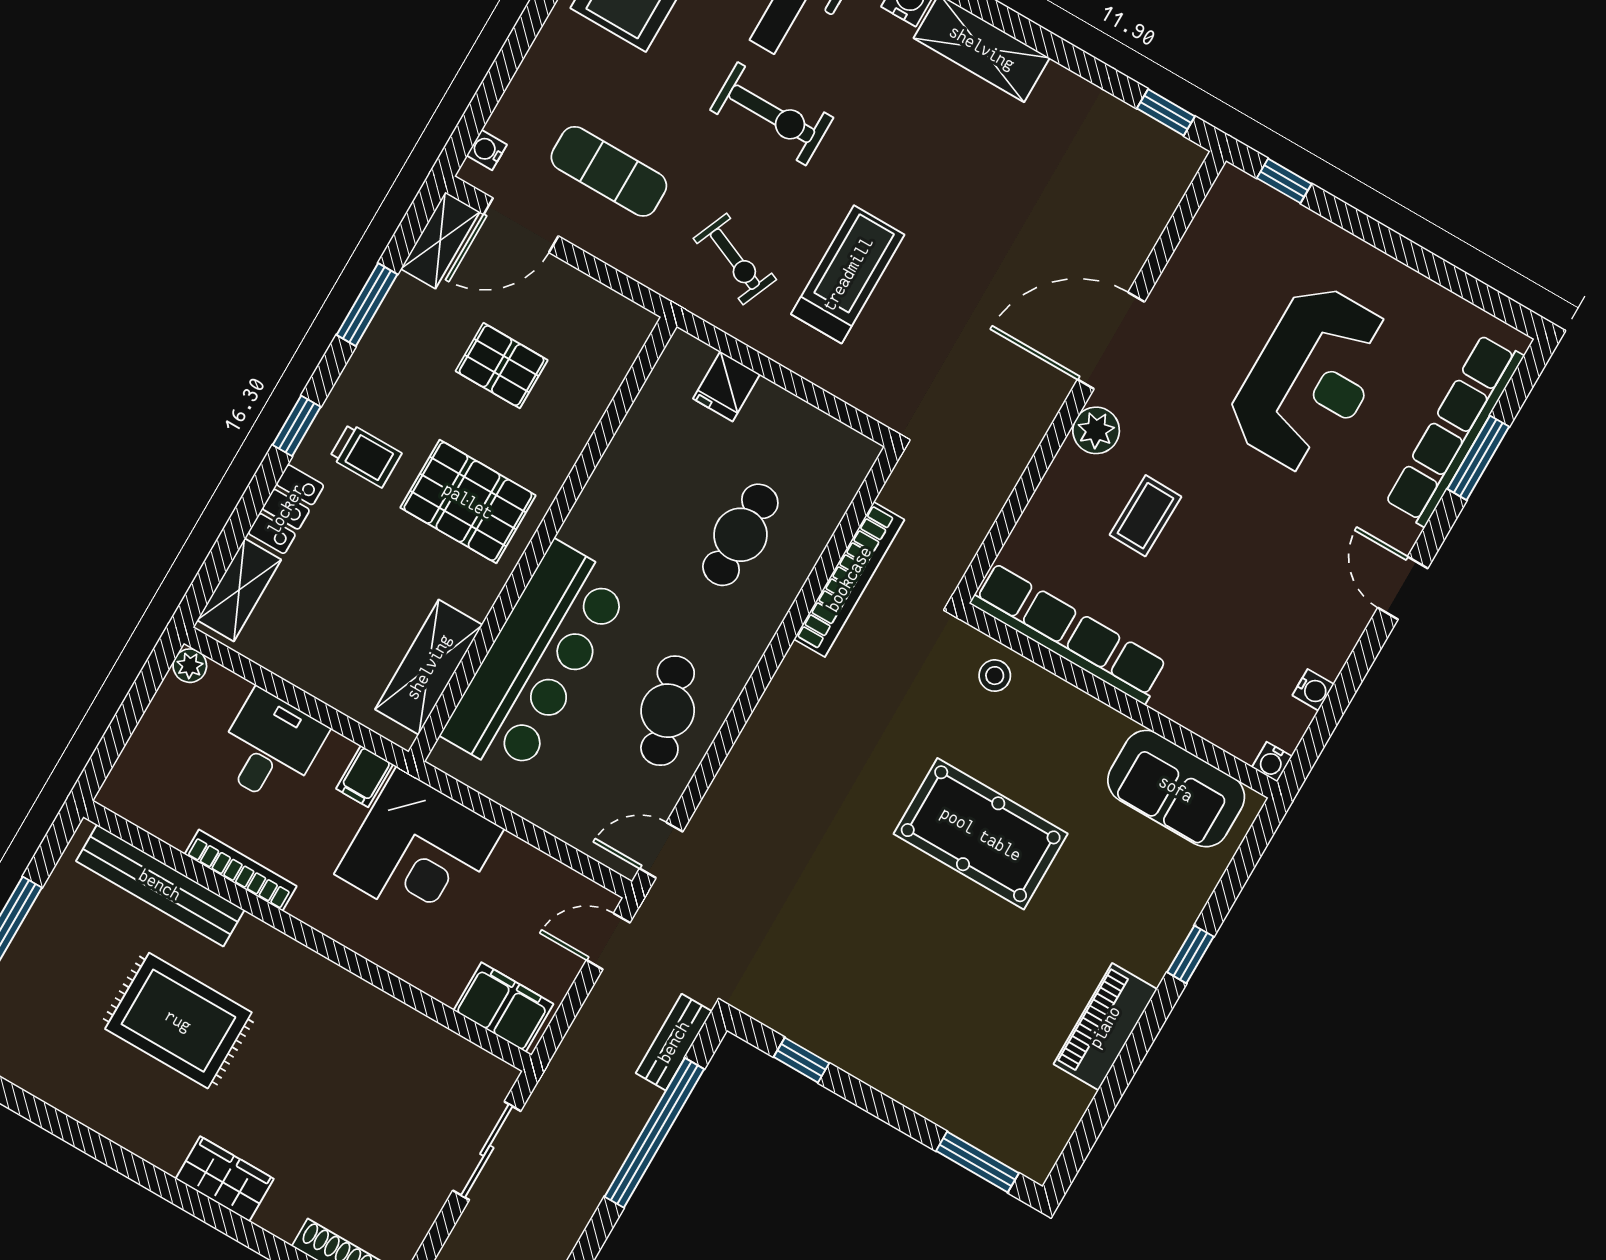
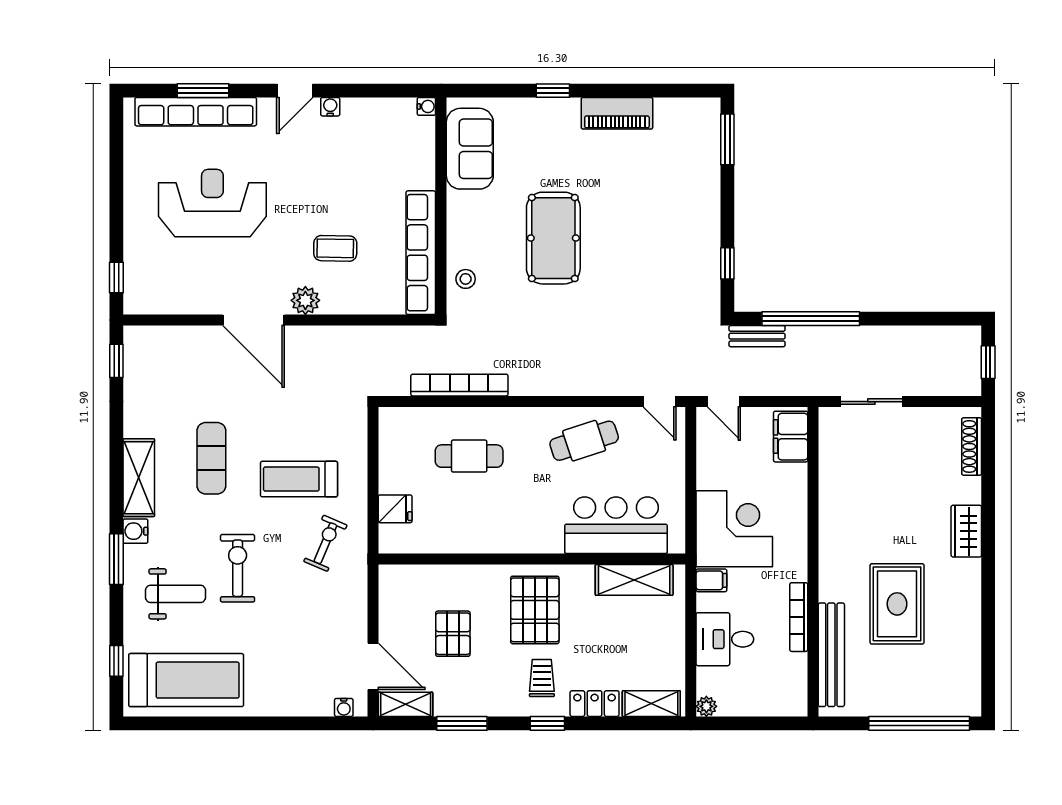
exercise mat: (609, 171) -> (211, 458), moved
bar counter: (537, 660) -> (616, 525), width x0.73
water cooler: (1313, 690) -> (330, 107), moved

